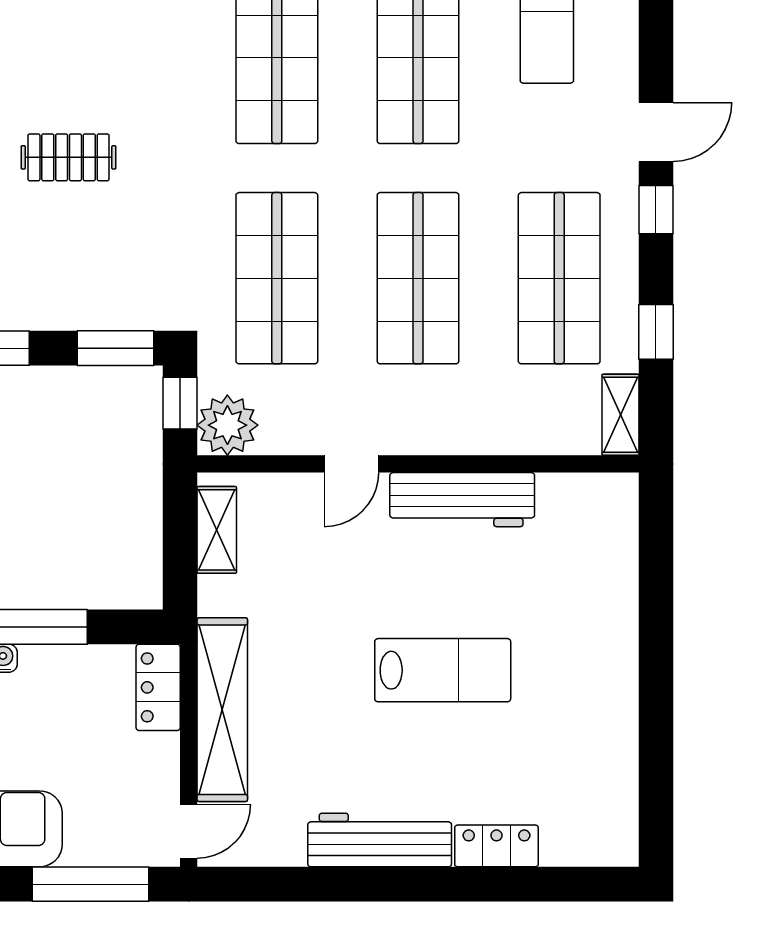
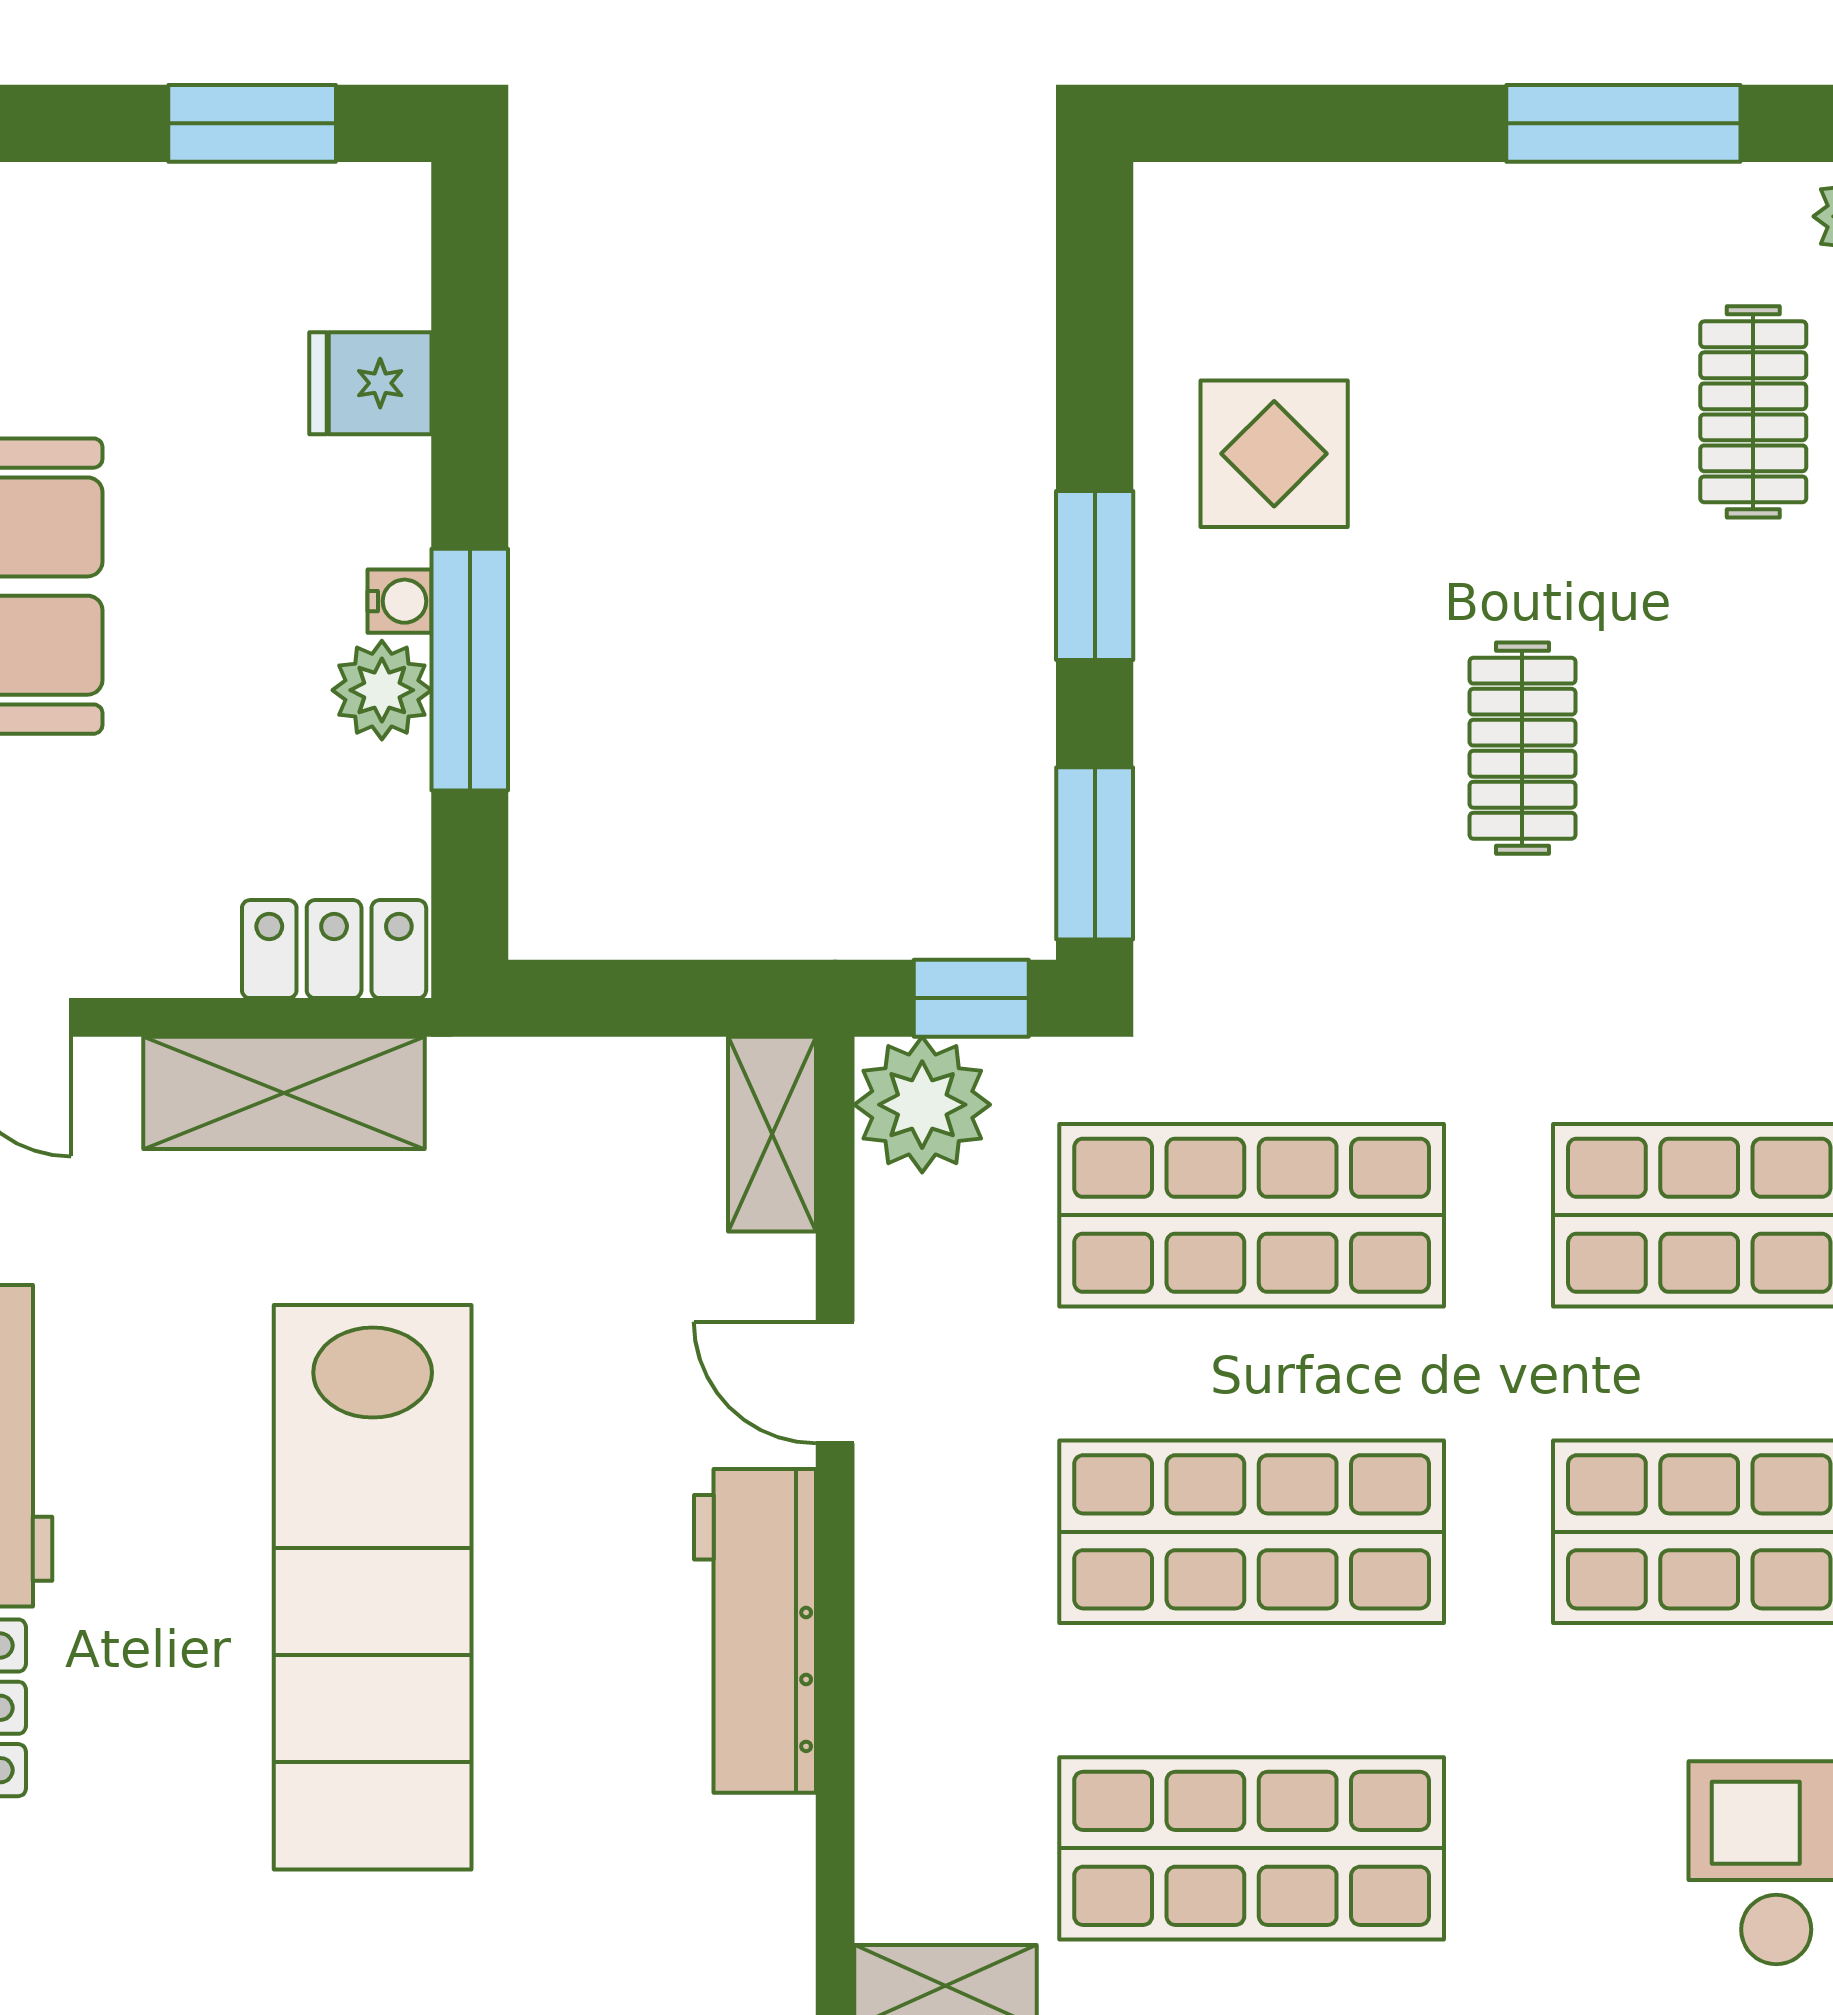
shelving: (217, 530) -> (772, 1134), moved, turned 90
plant: (43, 666) -> (382, 690), added
lab bench: (443, 670) -> (373, 1587), width x1.86, depth x1.39
shelving: (222, 710) -> (284, 1093), width x0.68

